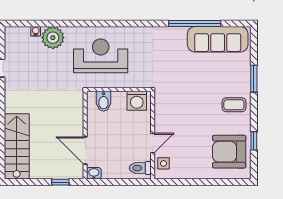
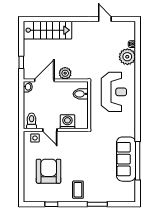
sofa: (218, 39) -> (126, 159), moved
washing machine: (137, 101) -> (67, 122), moved, turned 90
plant: (75, 122) -> (65, 73), added
armchair: (229, 152) -> (49, 171), moved

